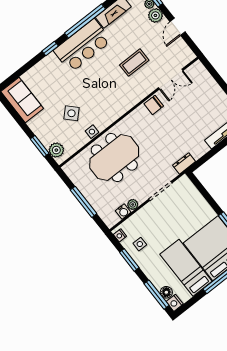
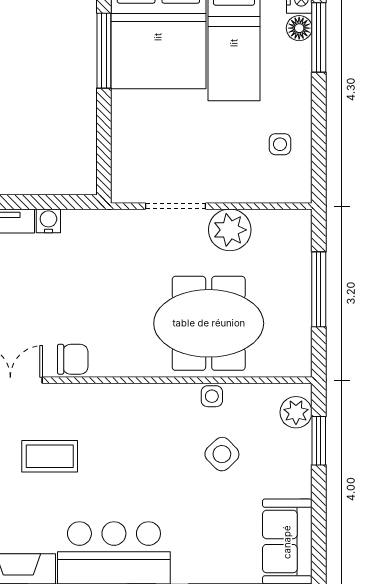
dresser: (184, 163) -> (99, 221), removed
plant: (133, 204) -> (230, 230), width x1.88, depth x1.88
water cooler: (123, 212) -> (48, 221), moved
nightstand: (120, 235) -> (302, 185), removed
window: (129, 260) -> (319, 131), removed

